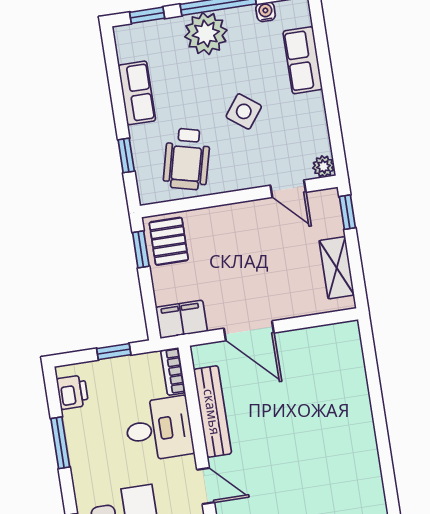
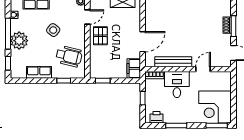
pallet: (169, 241) -> (100, 36), moved, turned 90

